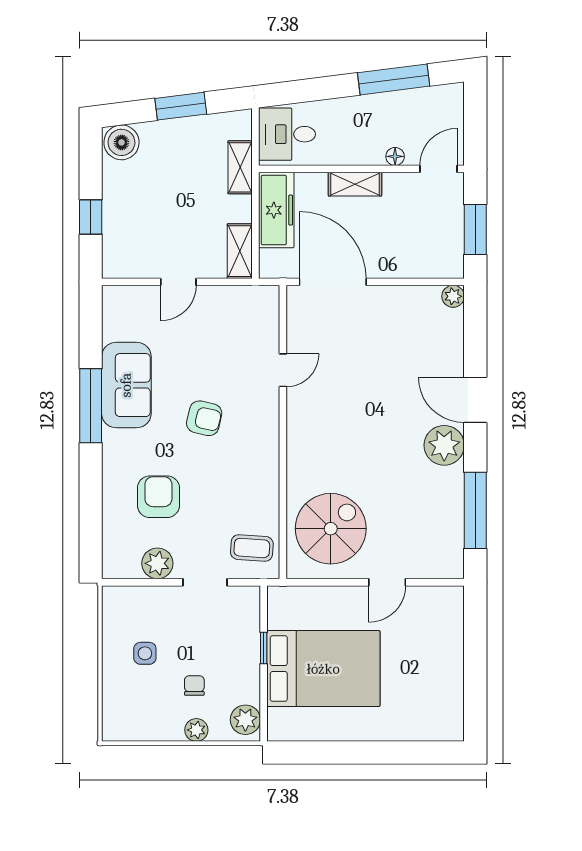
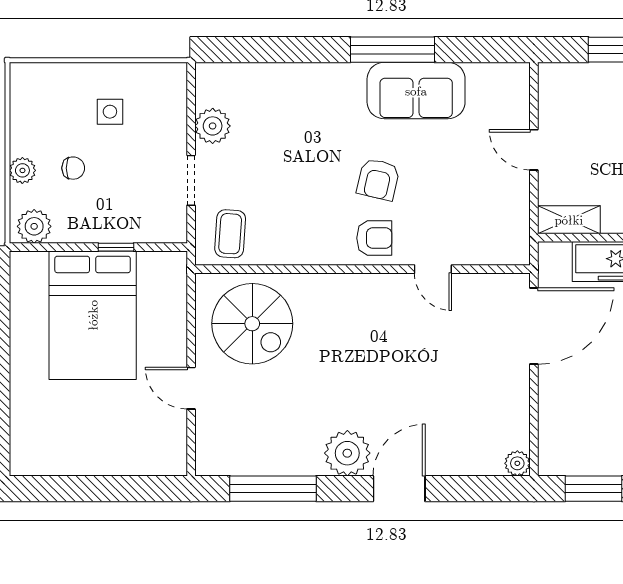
armchair: (158, 497) -> (374, 238), moved, width x0.72, depth x0.72

